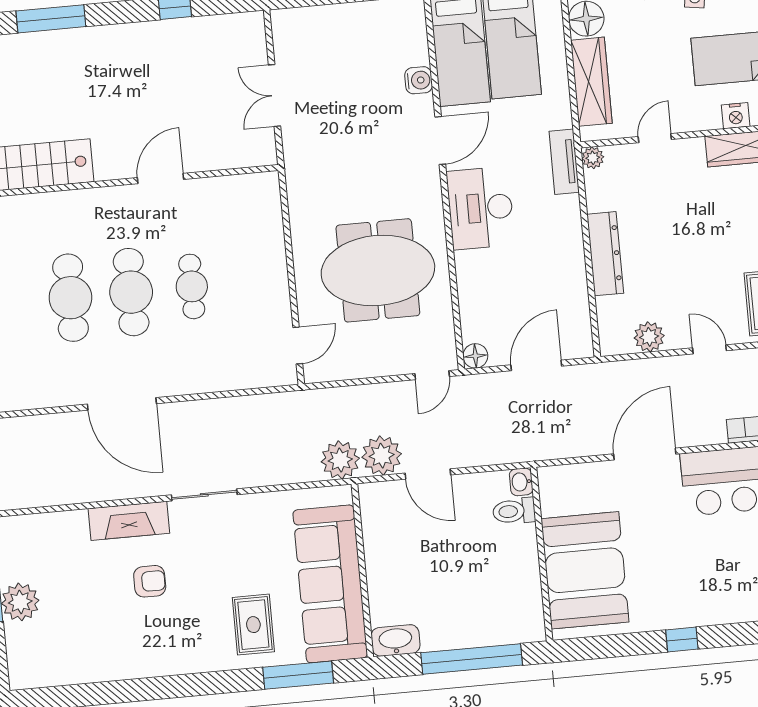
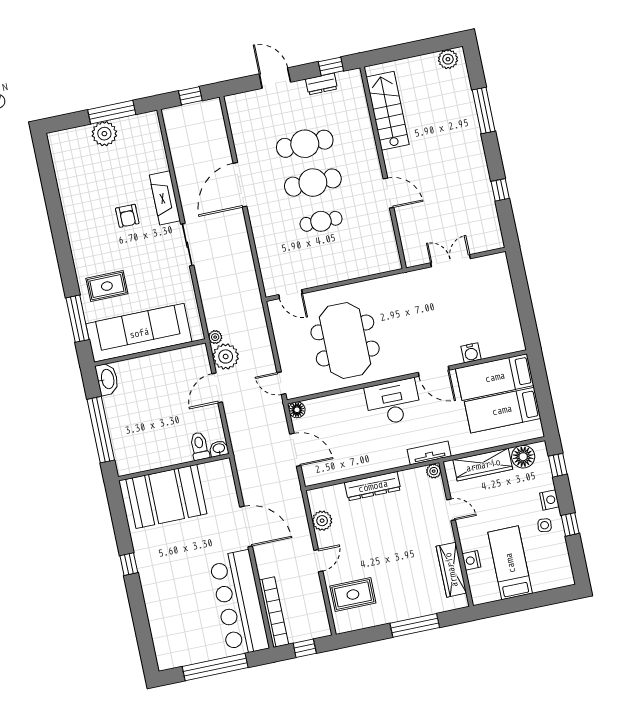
plant: (340, 460) -> (215, 337), width x0.53, depth x0.53

